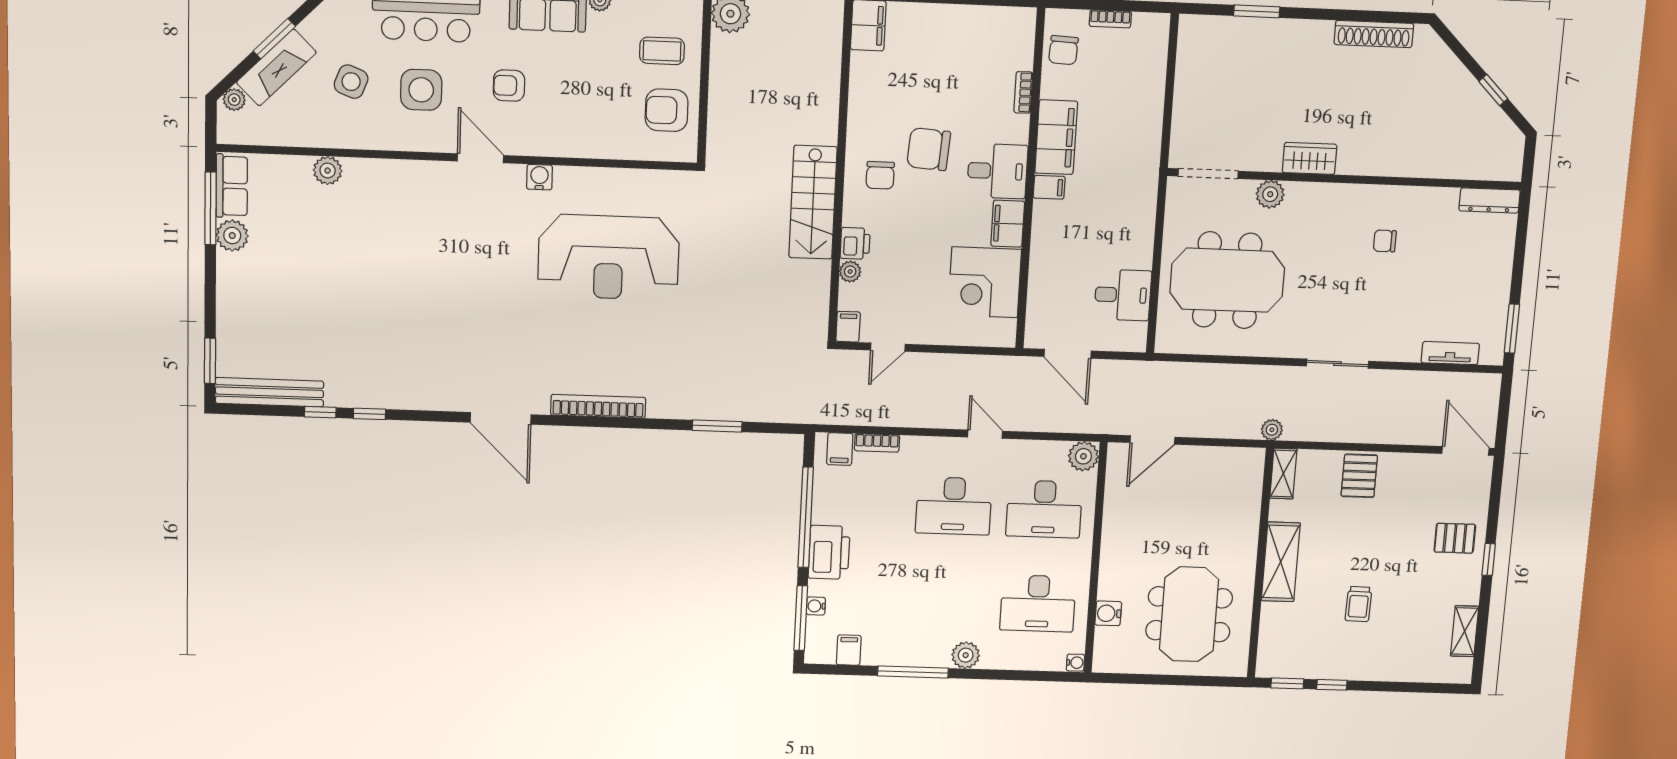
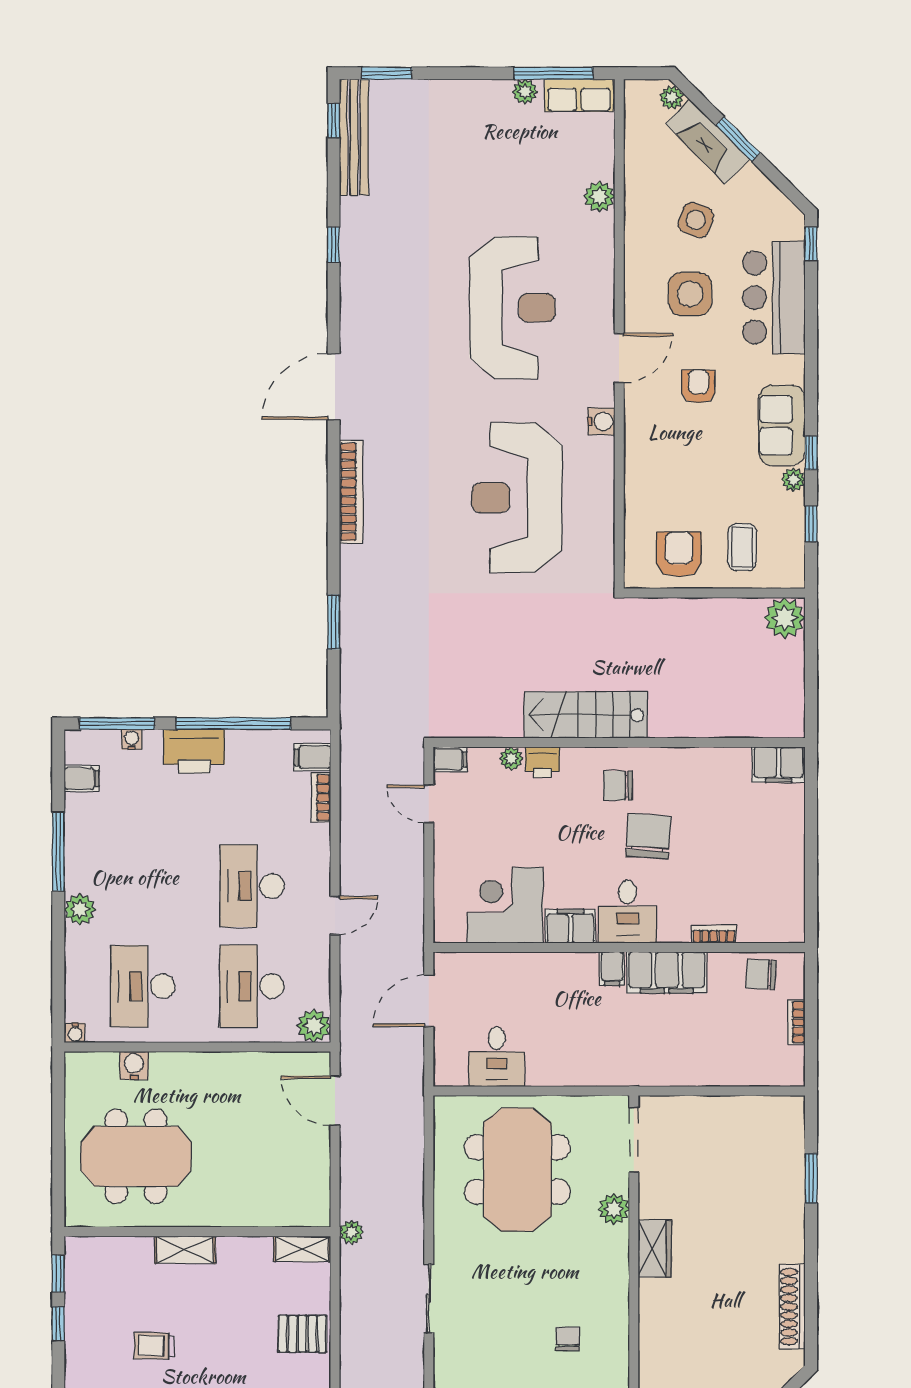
plant: (232, 236) -> (525, 92), width x0.73, depth x0.73
reception desk: (431, 255) -> (512, 308), added
window: (320, 412) -> (334, 121), moved
shelving: (1281, 562) -> (185, 1250), width x0.67, depth x0.75

